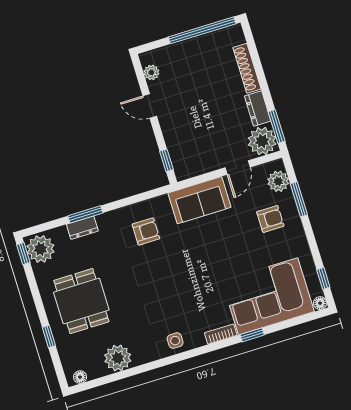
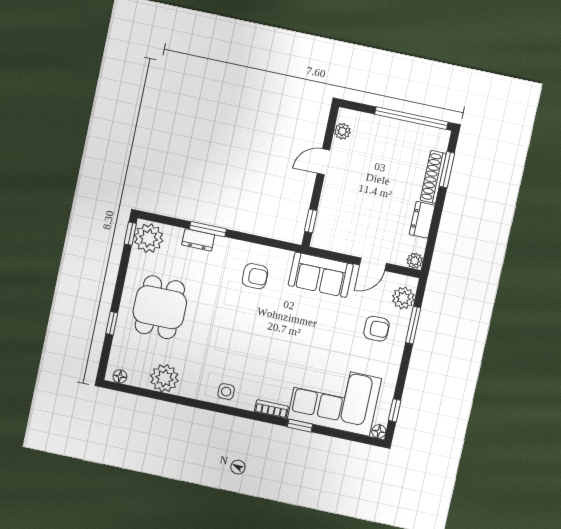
door: (150, 106) -> (323, 162), hinge flipped
window: (277, 126) -> (447, 170), moved
plant: (262, 141) -> (415, 261), width x0.53, depth x0.53

